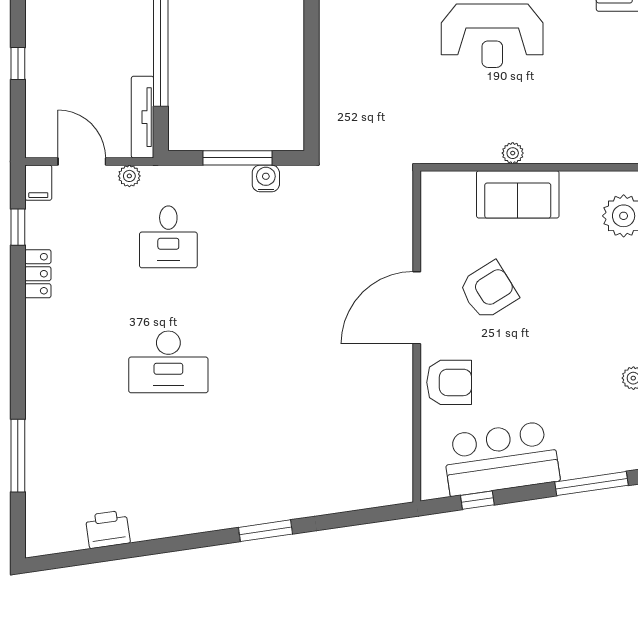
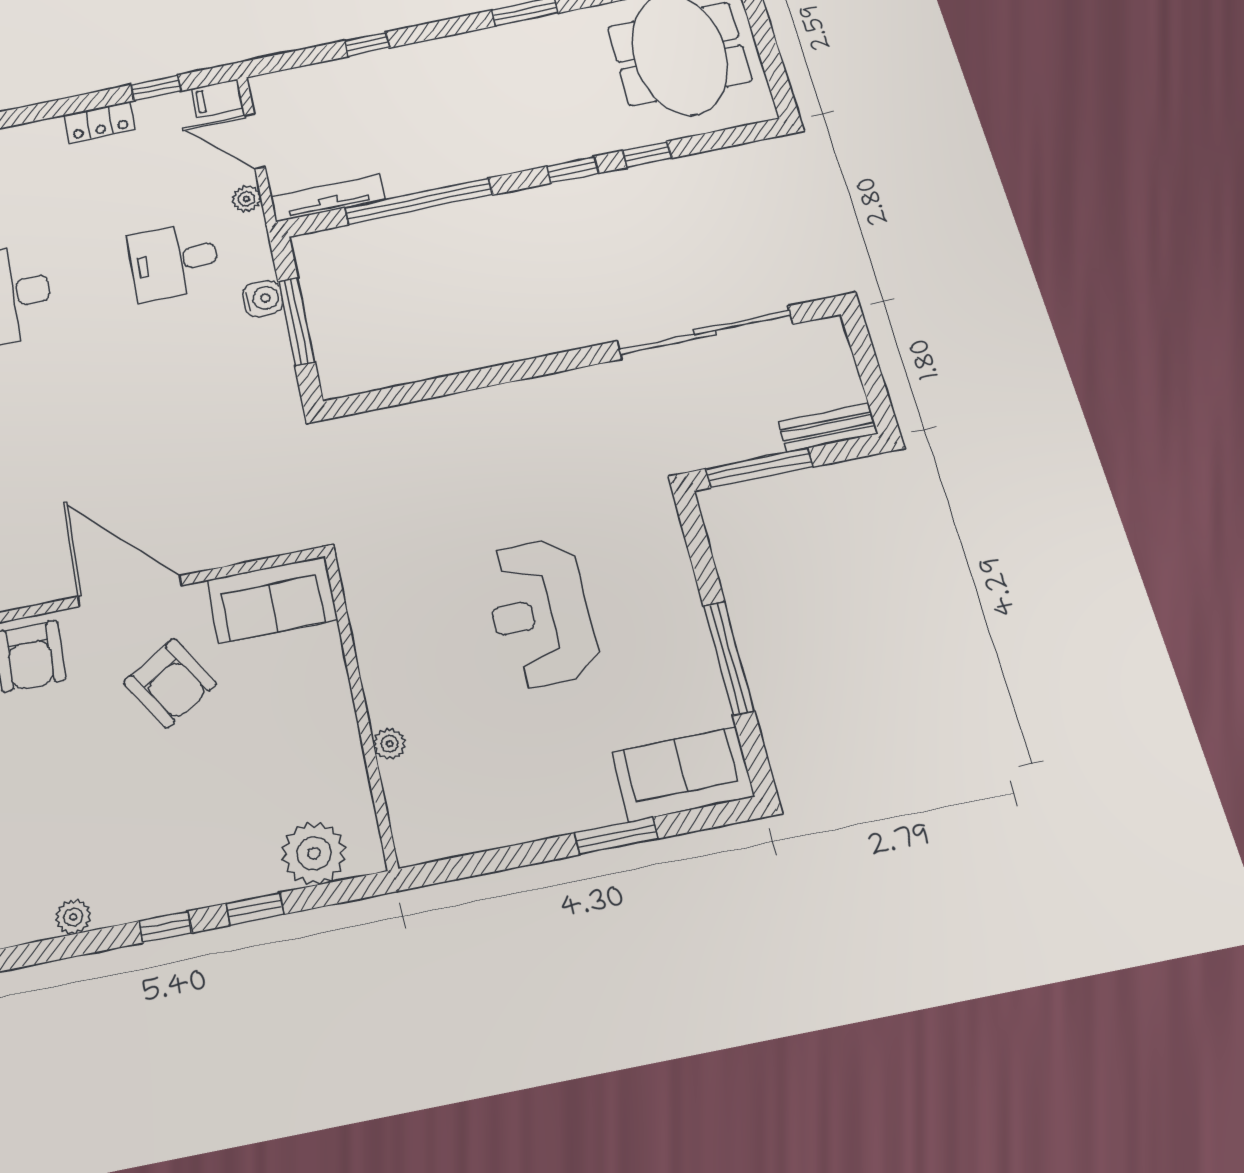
plant: (513, 153) -> (390, 744), moved
door: (82, 162) -> (255, 141), swing flipped
water cooler: (266, 178) -> (263, 299), moved
sofa: (518, 194) -> (272, 600), moved, turned -90

